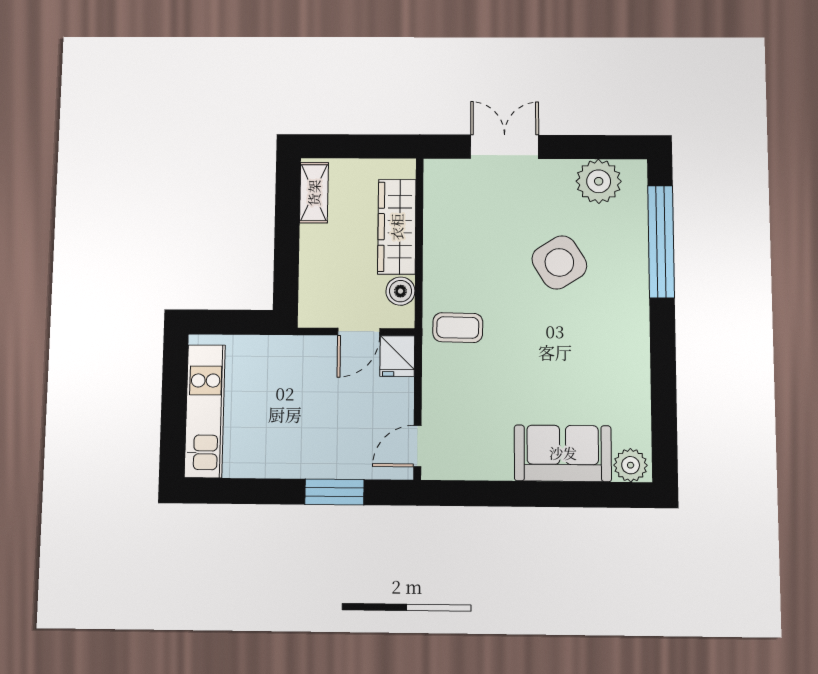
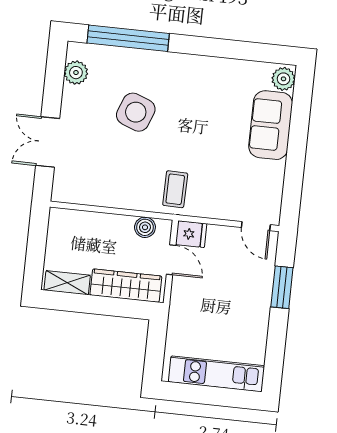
plant: (599, 181) -> (76, 73), width x0.73, depth x0.73
wardrobe: (397, 227) -> (126, 286), moved, turned 180
side table: (559, 262) -> (136, 112), turned -37

